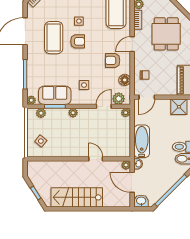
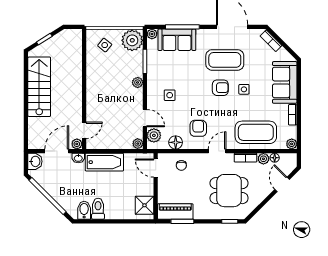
armchair: (78, 41) -> (220, 88), turned -90
door: (132, 44) -> (217, 151), hinge flipped
sofa: (55, 95) -> (177, 40), moved, turned 90
plant: (41, 113) -> (132, 40), width x1.88, depth x1.88
door: (96, 159) -> (84, 130), moved

